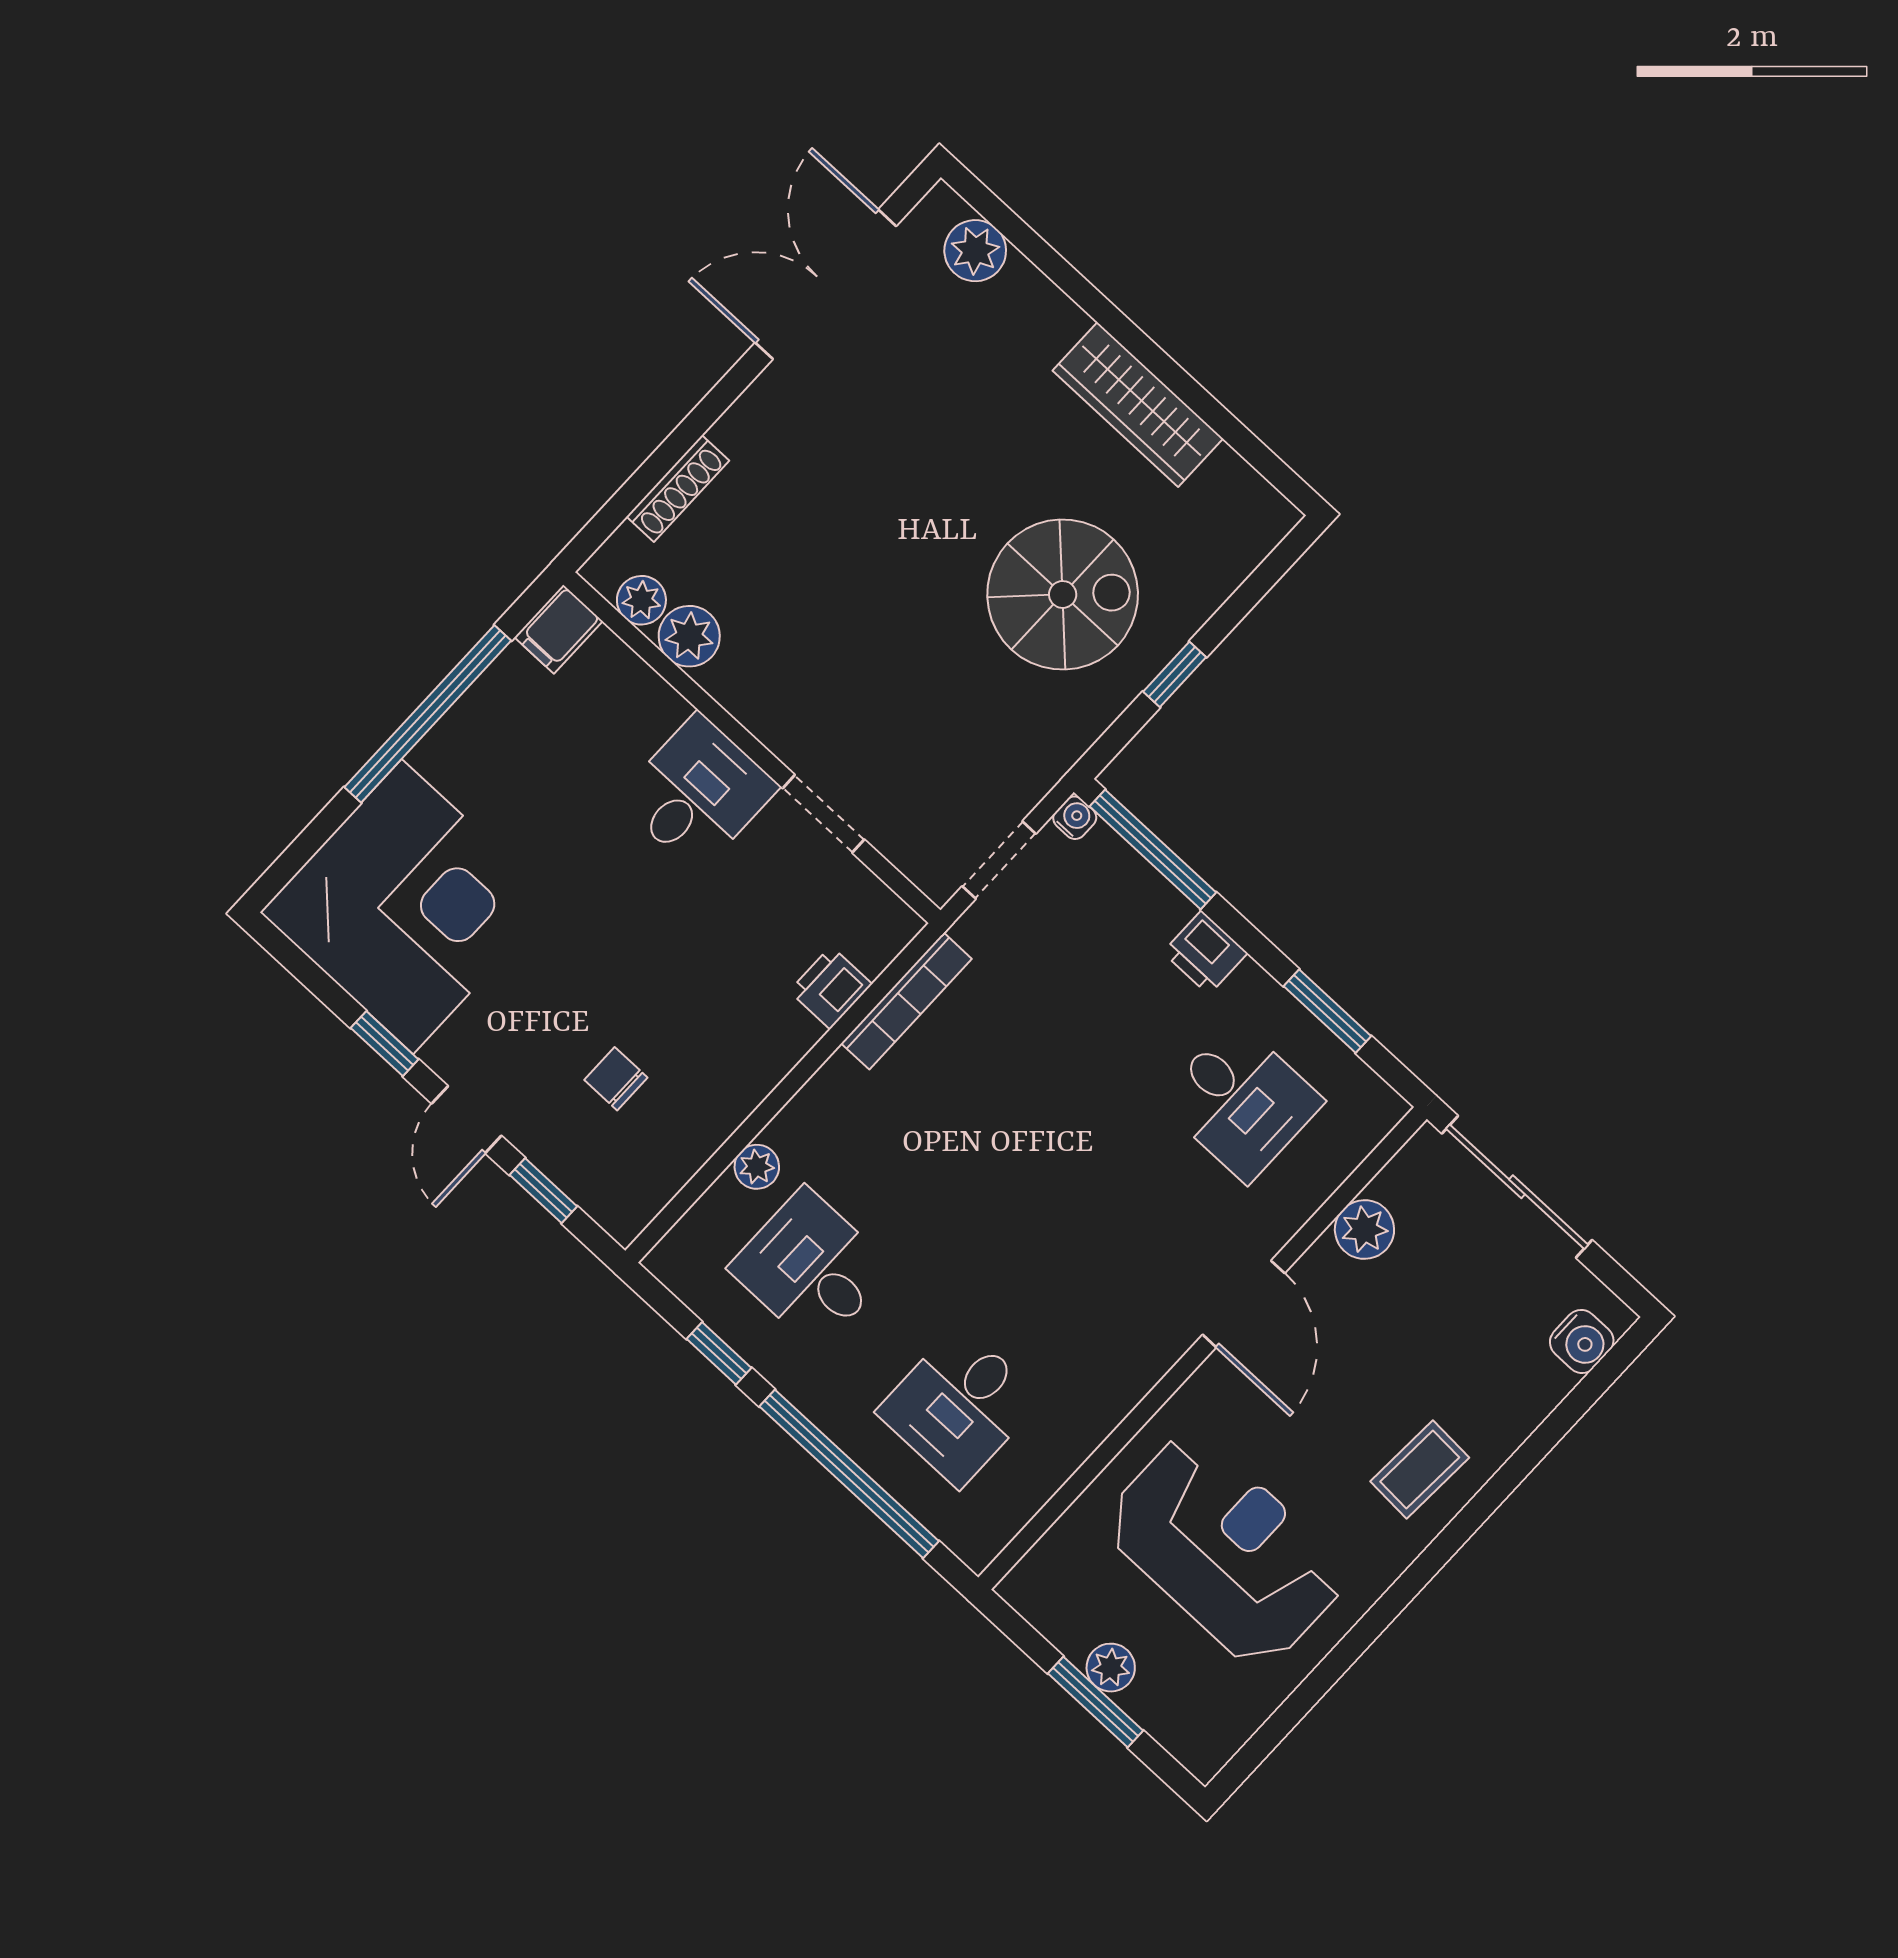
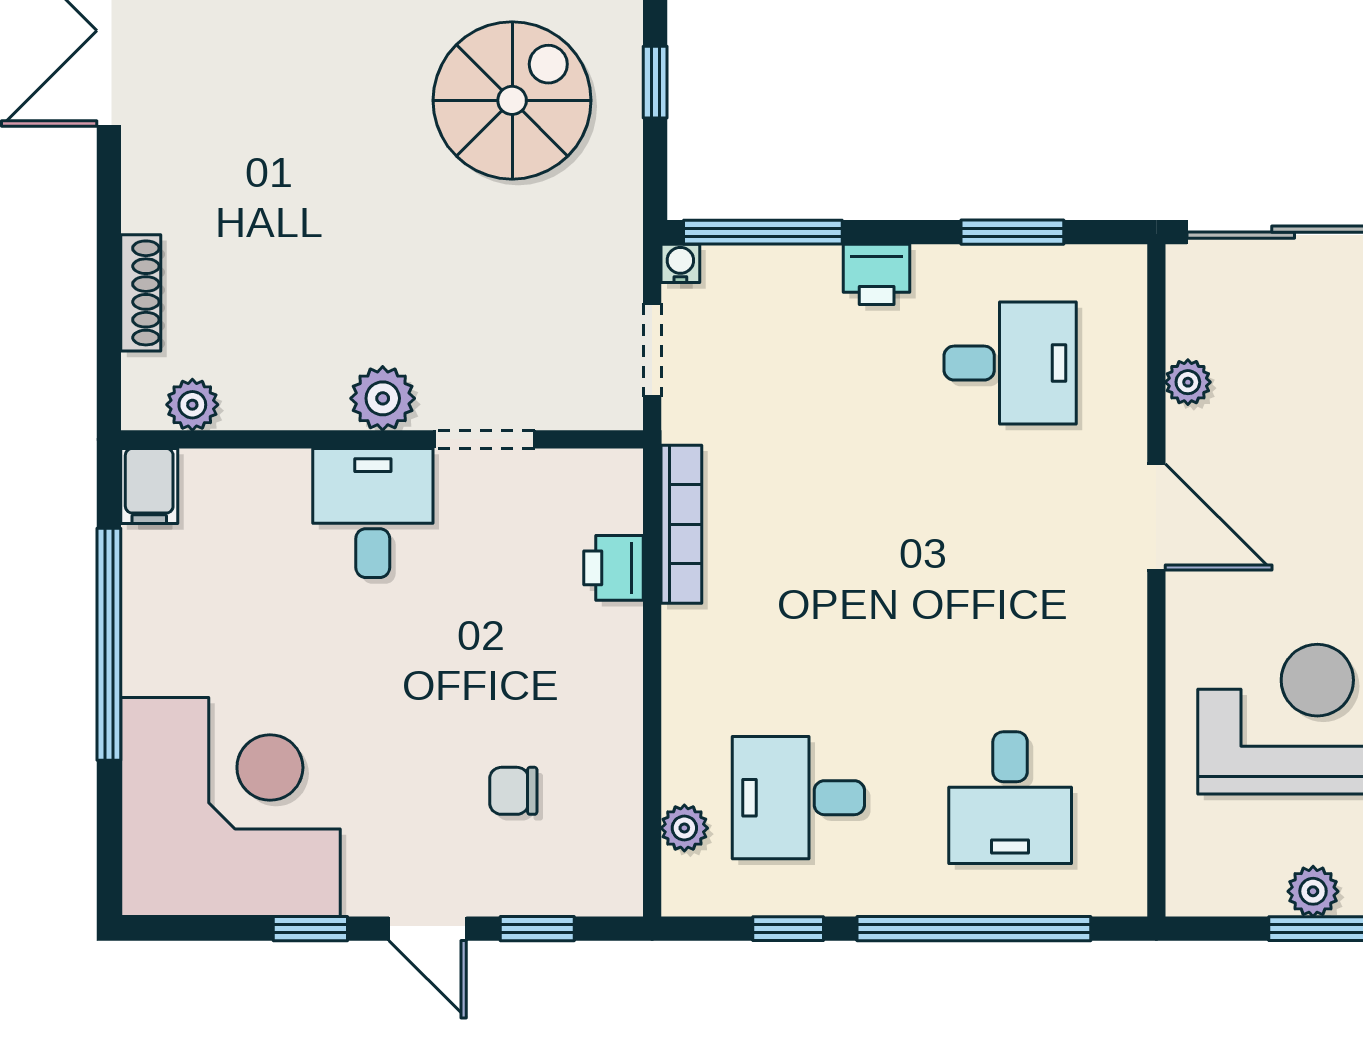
plant: (689, 636) -> (383, 398), moved
plant: (757, 1167) -> (684, 828), moved
plant: (1364, 1230) -> (1188, 382), width x0.73, depth x0.73

